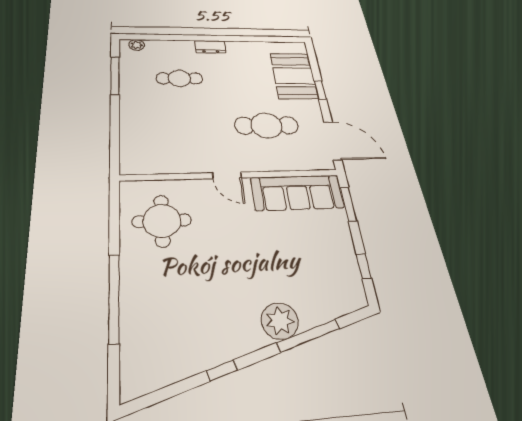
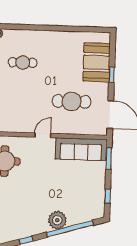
dresser: (210, 47) -> (45, 36), removed
door: (227, 175) -> (43, 135), swing flipped
window: (308, 336) -> (70, 229), width x1.46

